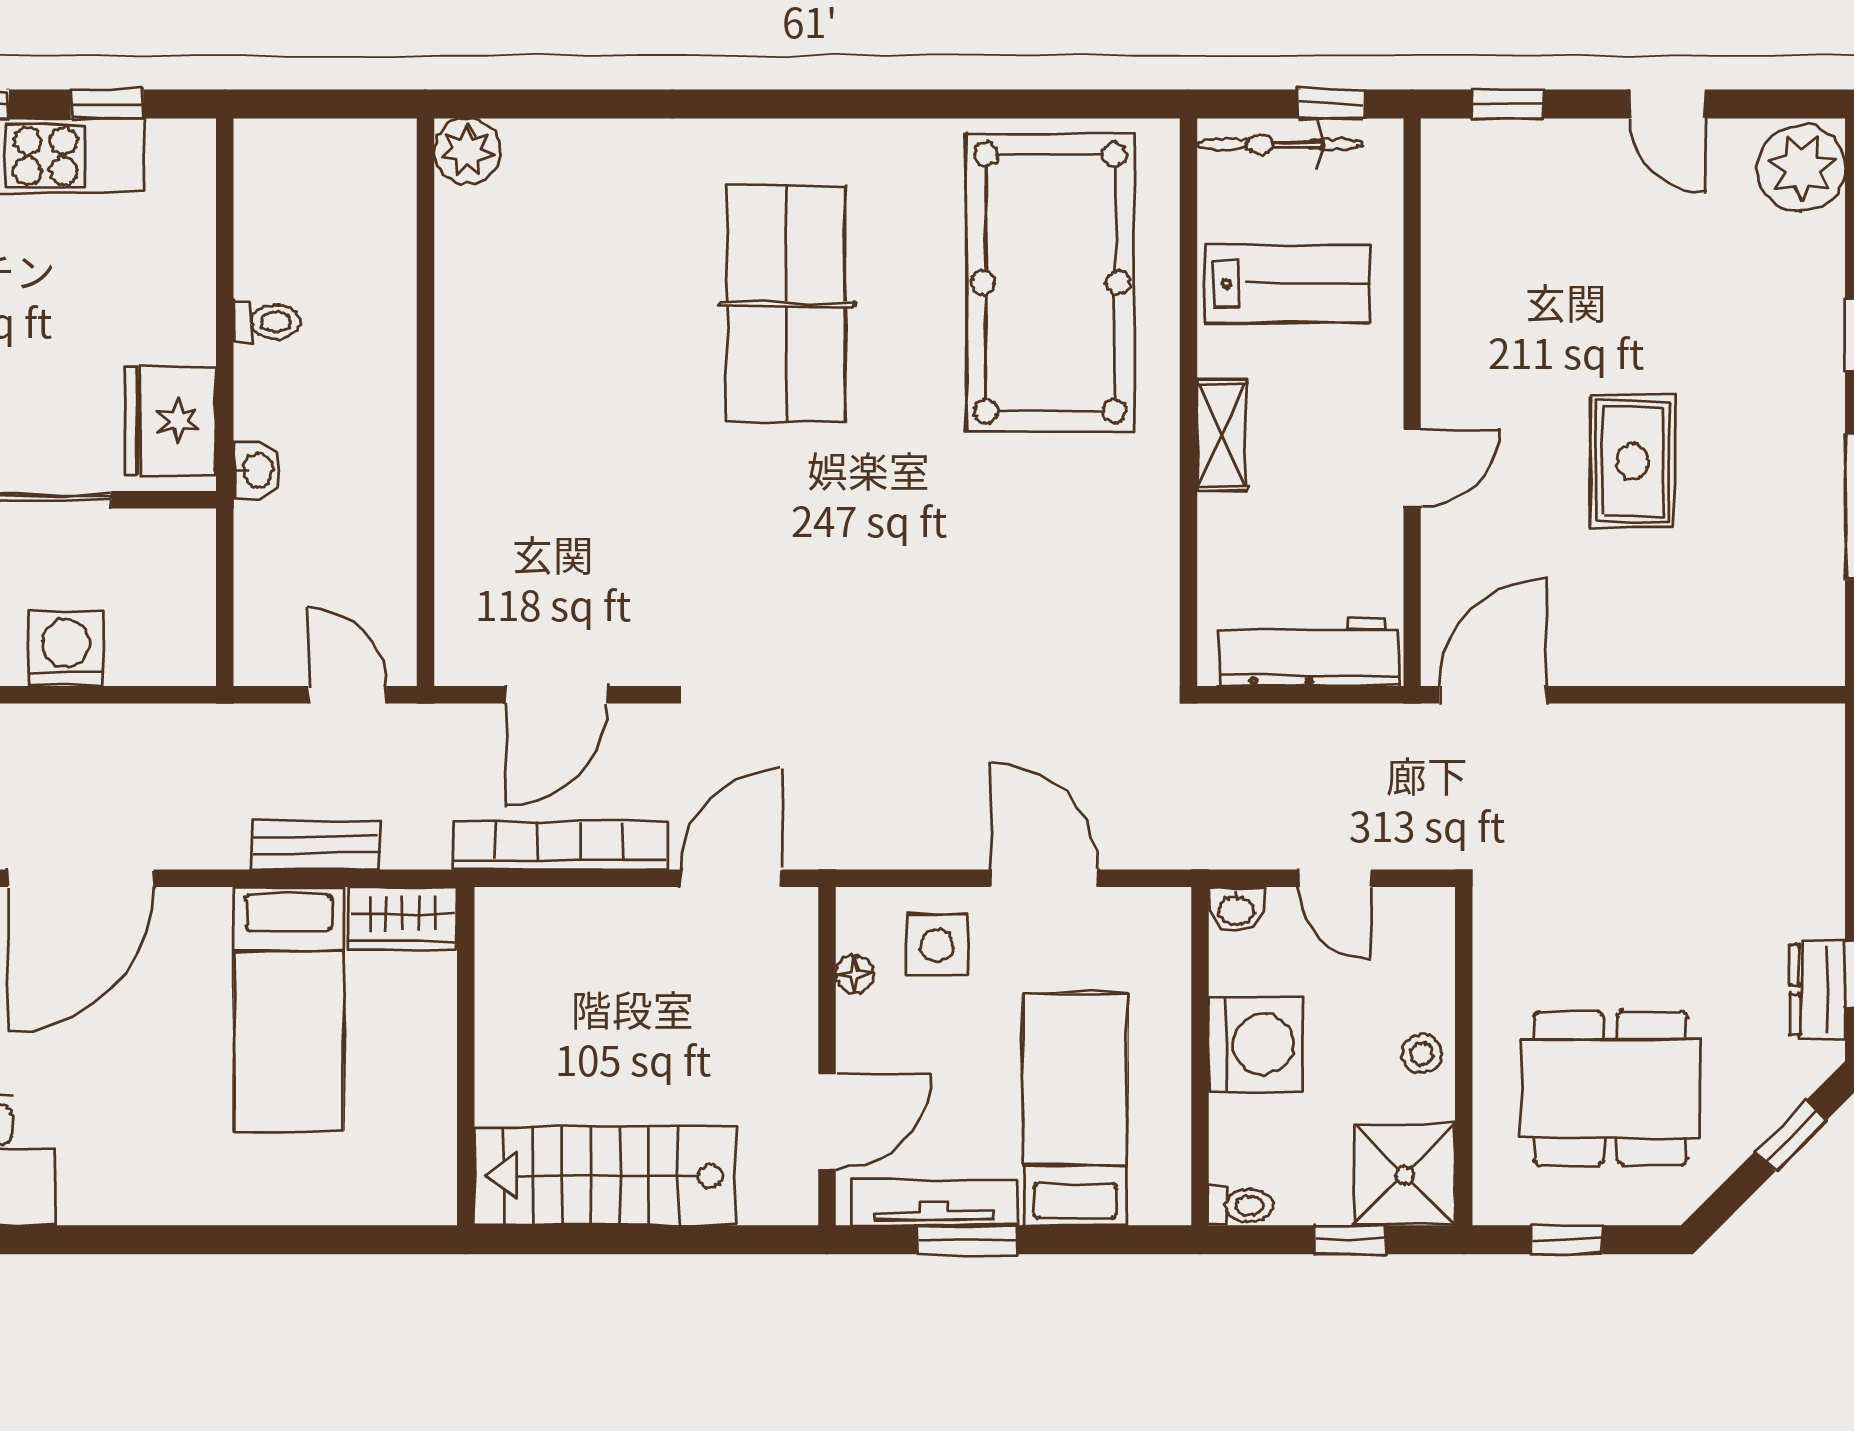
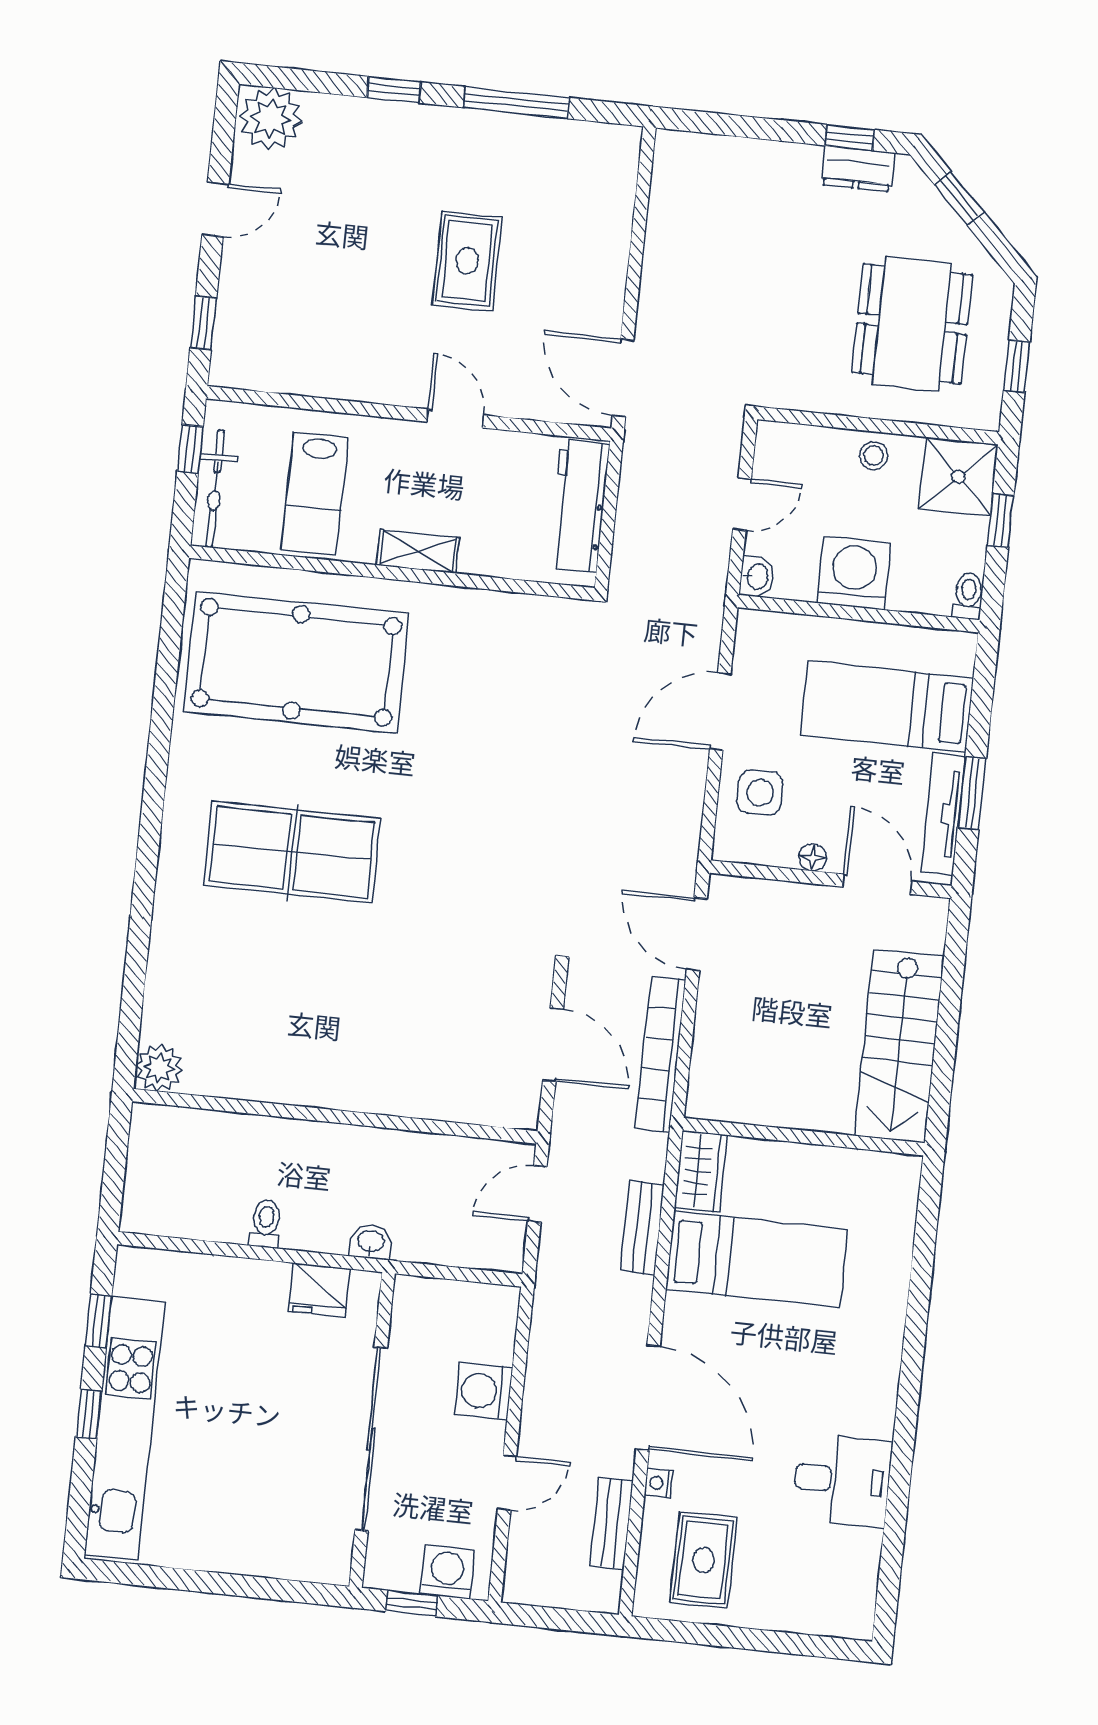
lab bench: (1287, 284) -> (315, 493), turned 180
fridge: (170, 420) -> (319, 1290), width x0.73, depth x0.75
rug: (1633, 461) -> (467, 261), turned 90
floor lamp: (855, 974) -> (813, 857), moved

